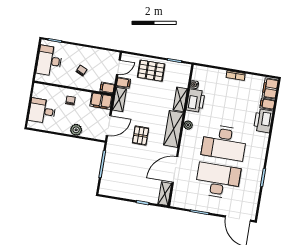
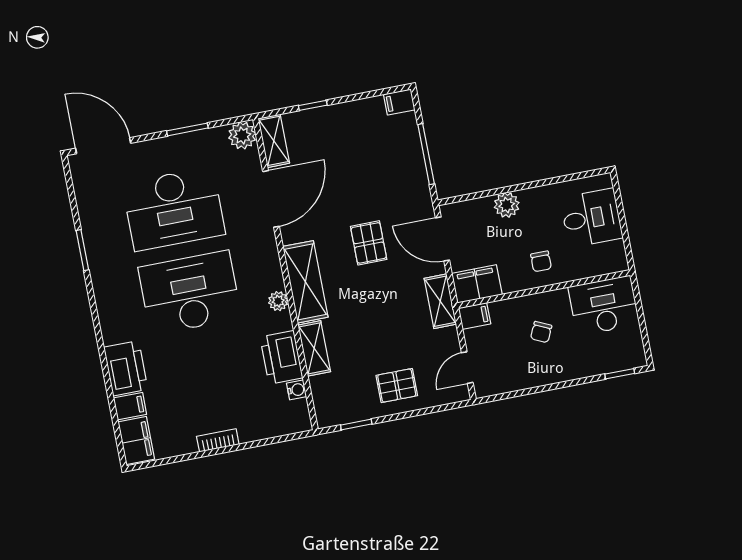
desk: (49, 61) -> (604, 306), moved, turned -90
pallet: (151, 71) -> (397, 386), width x0.67, depth x0.71
filing cabinet: (123, 83) -> (399, 102), moved
door: (109, 126) -> (442, 239), hinge flipped
plant: (177, 201) -> (242, 135), added

